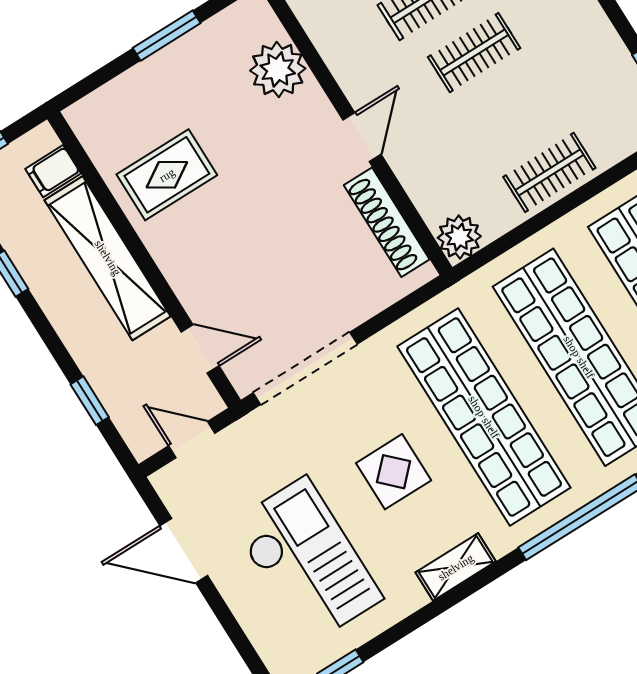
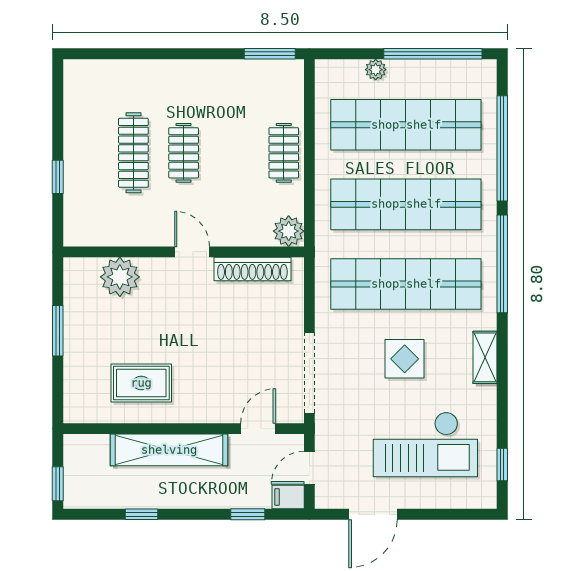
filing cabinet: (53, 171) -> (288, 497), moved, turned 90
rug: (167, 175) -> (141, 383), turned 90
checkout: (307, 561) -> (425, 444), turned 180

